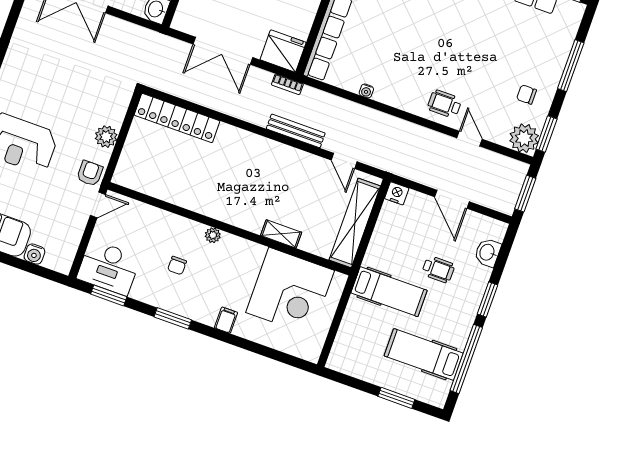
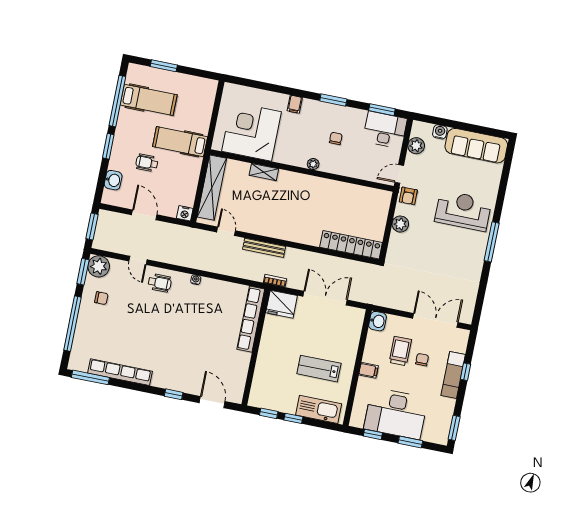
window: (571, 66) -> (72, 324), width x1.46
water cooler: (366, 91) -> (196, 280), moved
plant: (69, 240) -> (416, 146), added

